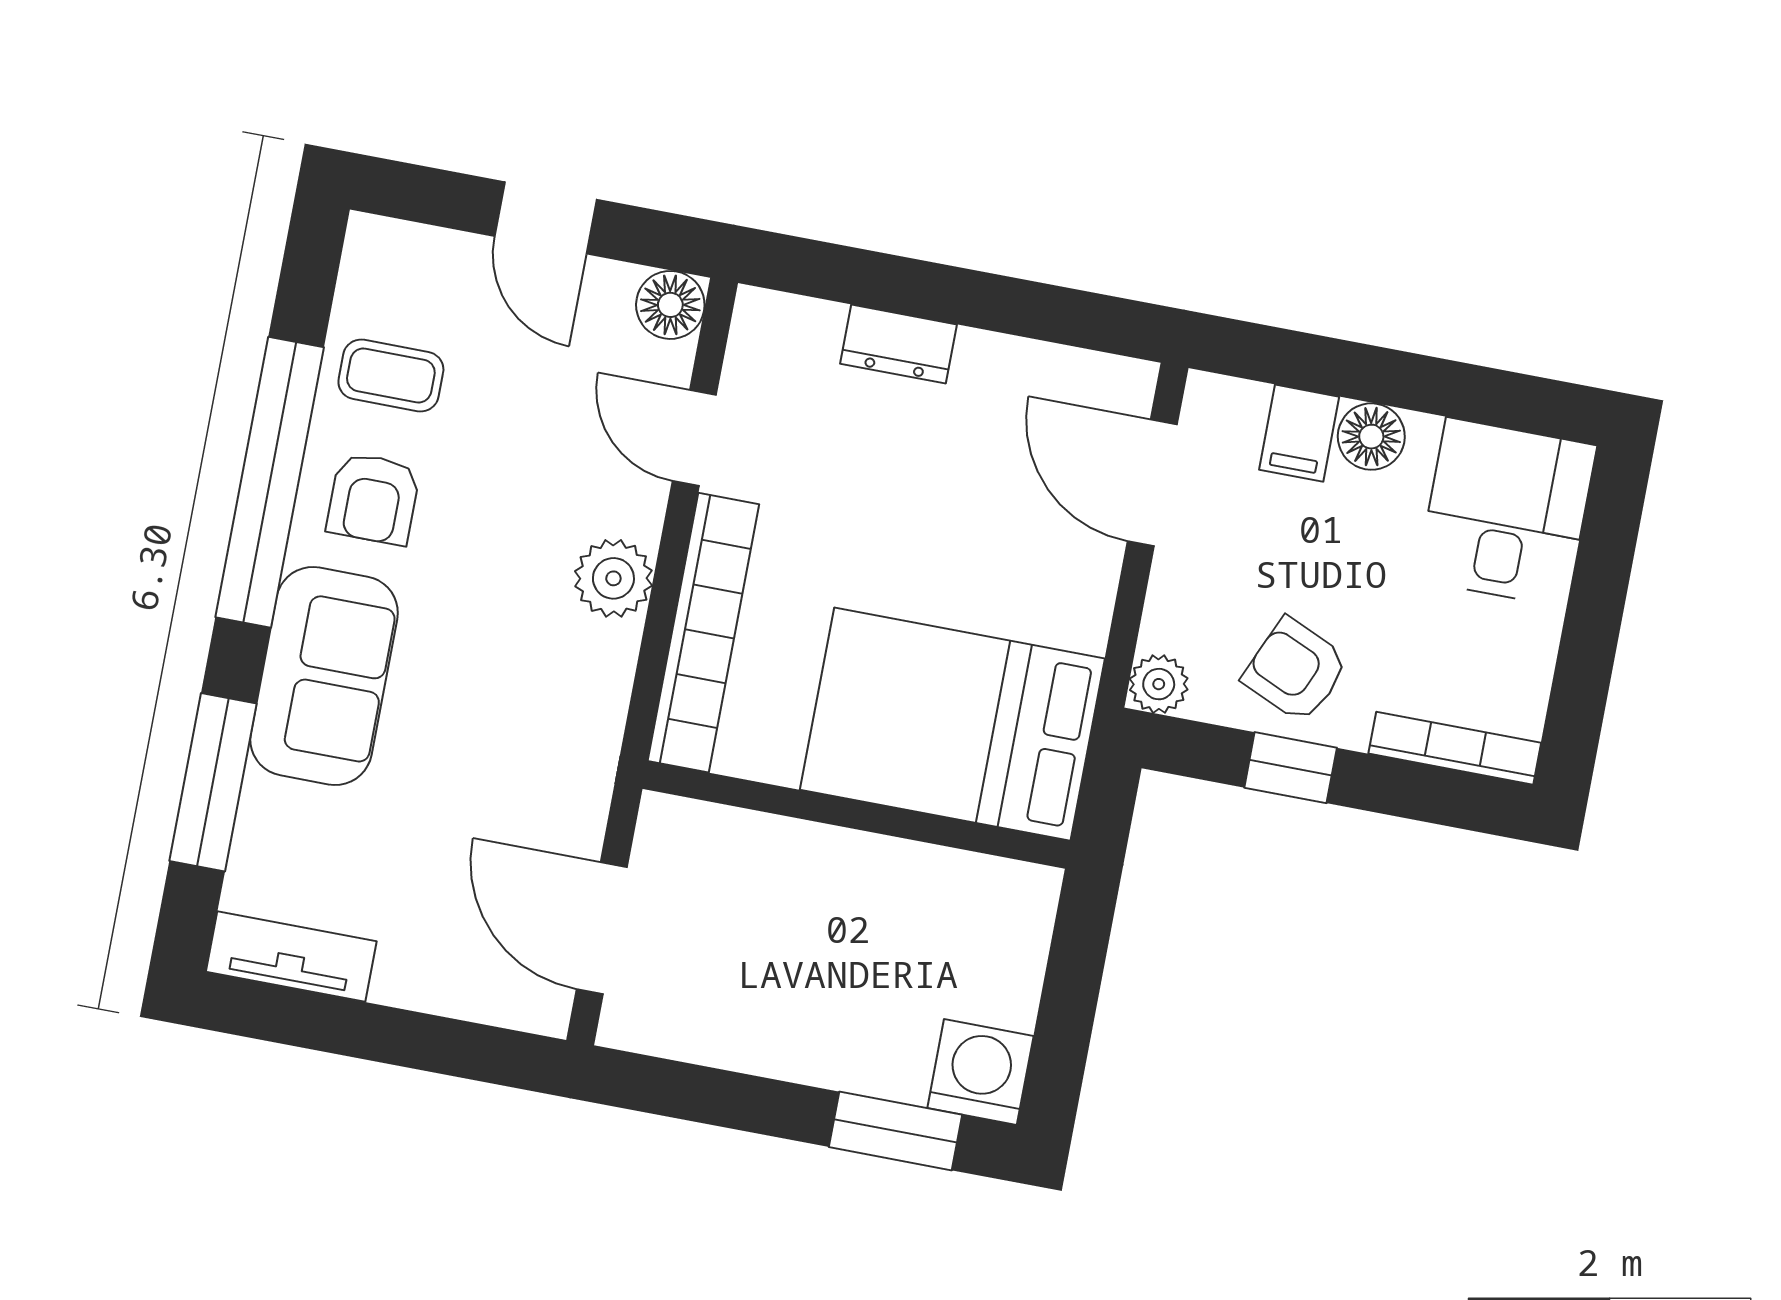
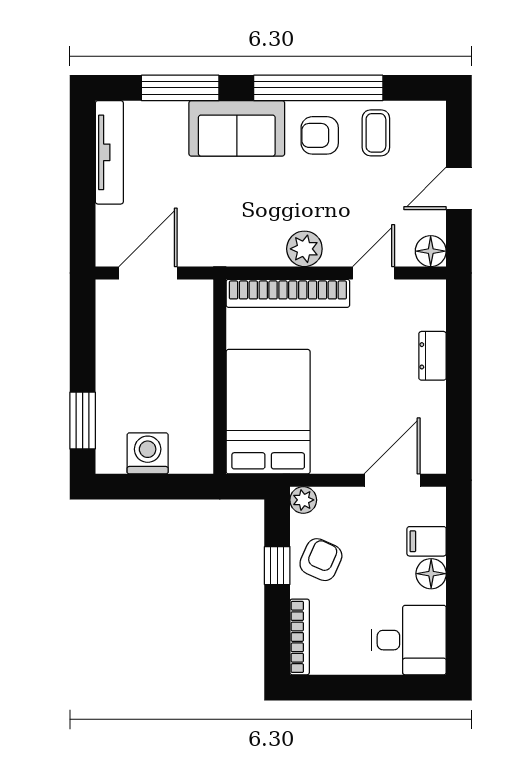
tv unit: (291, 957) -> (109, 152), width x1.41
washing machine: (980, 1072) -> (148, 453), moved, turned -90

